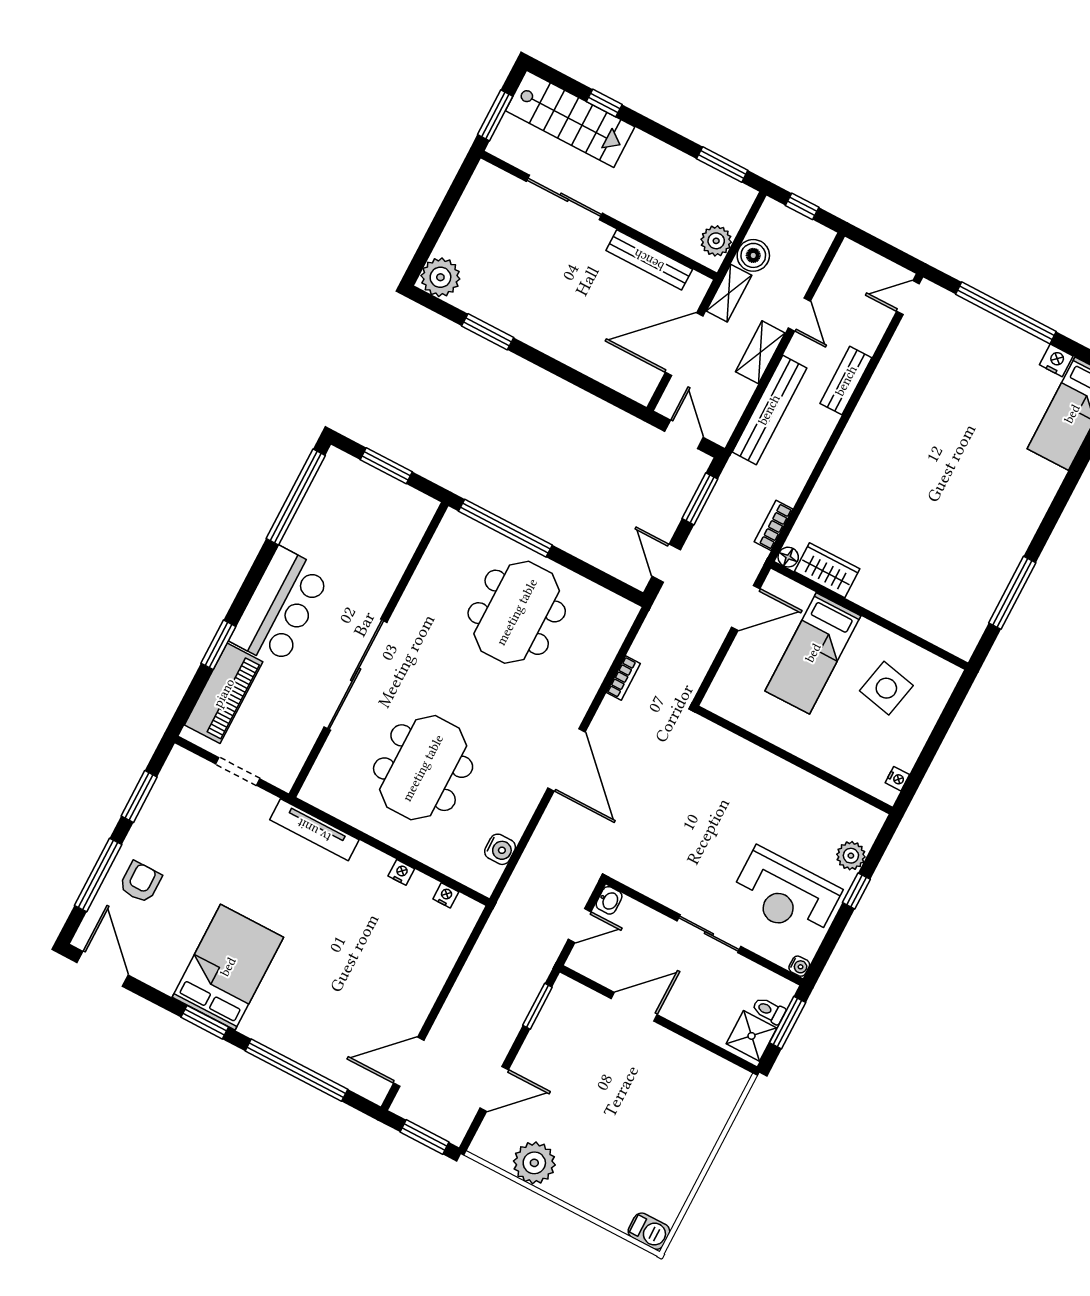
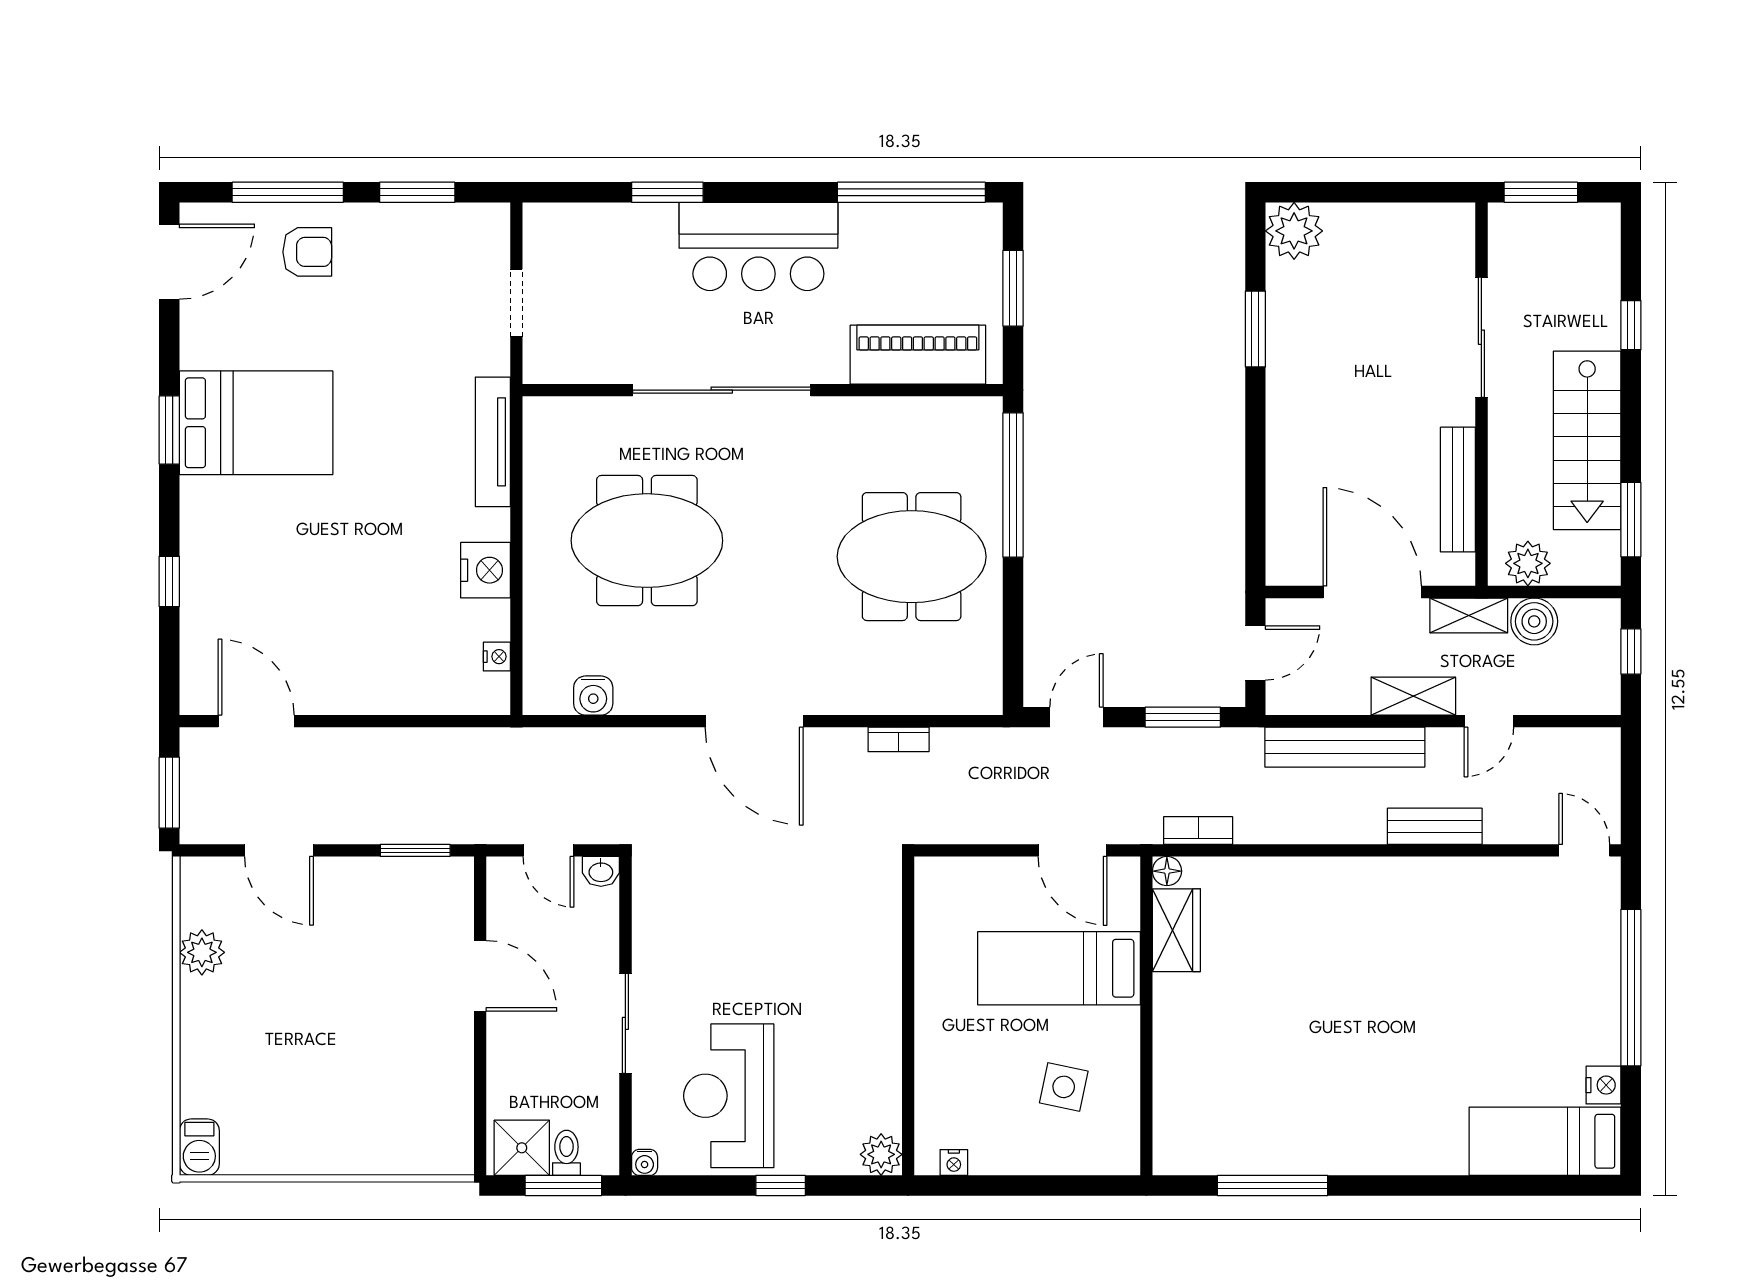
stairs: (570, 119) -> (1587, 440), moved
side table: (886, 688) -> (1064, 1087), width x0.73, depth x0.73
piano: (224, 693) -> (918, 355), moved, turned 180
door: (567, 760) -> (754, 721), hinge flipped
plant: (851, 856) -> (881, 1154), moved
nightstand: (401, 872) -> (486, 570), width x1.89, depth x1.79
window: (296, 1070) -> (169, 581), width x0.32
plant: (534, 1163) -> (202, 952), width x0.73, depth x0.73

